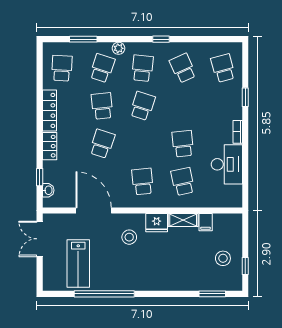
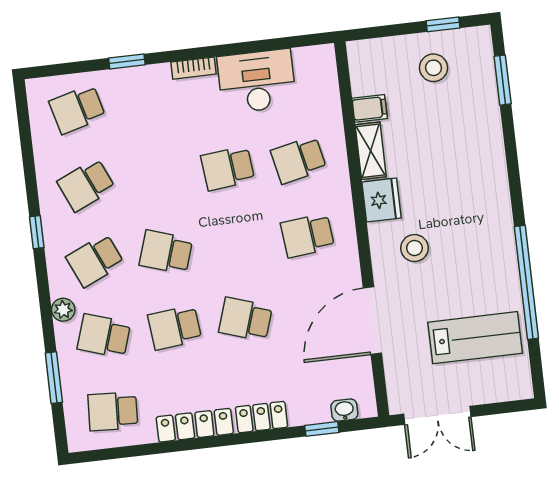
school desk: (142, 68) -> (95, 260), turned -30

